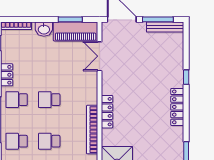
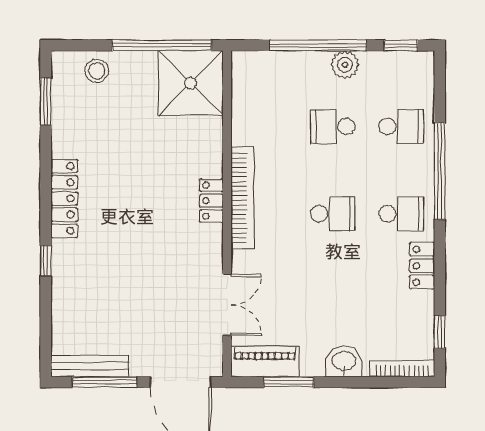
piano: (76, 31) -> (265, 362), width x0.73, depth x0.75
locker: (107, 112) -> (211, 201), width x0.66
bookcase: (92, 130) -> (243, 198), moved
school desk: (49, 141) -> (333, 126), turned 180

